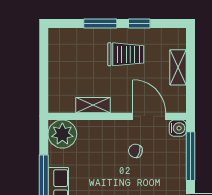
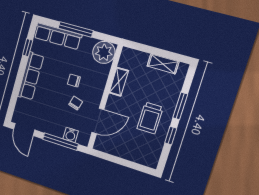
shelving: (178, 67) -> (163, 64), moved
water cooler: (178, 128) -> (71, 135), moved
chair: (108, 161) -> (74, 81), added

